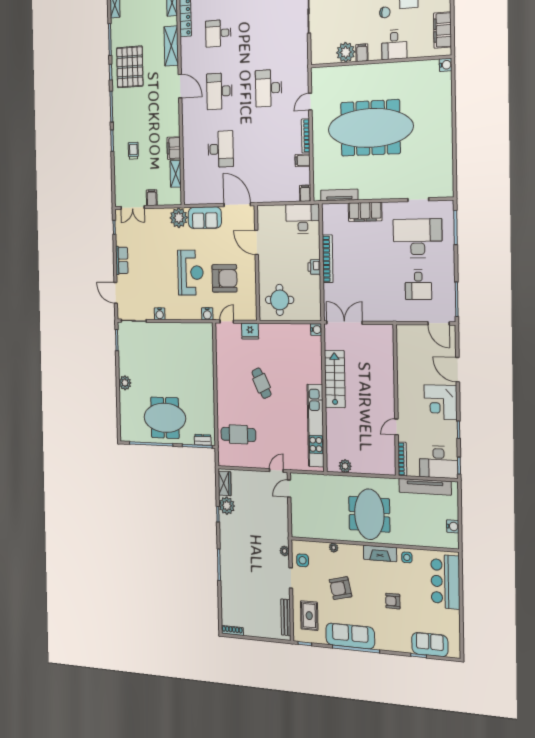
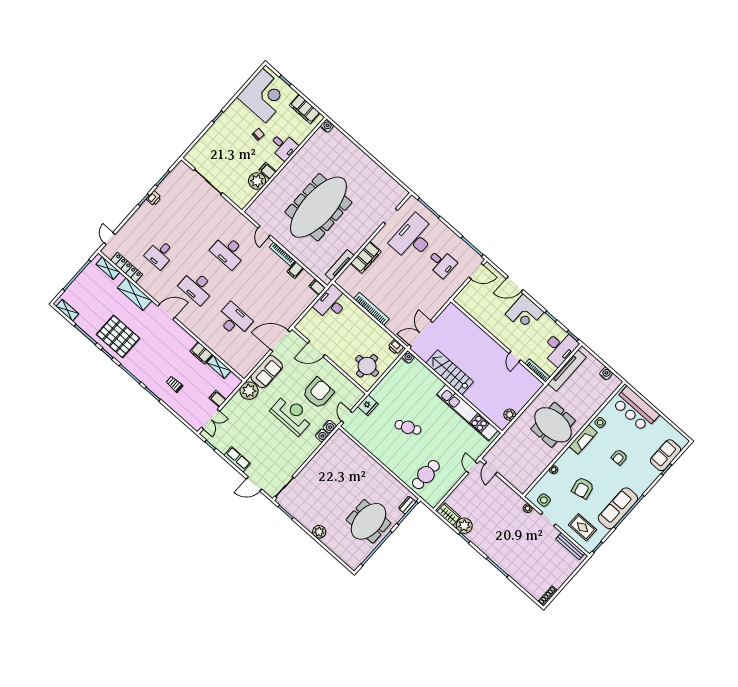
printer: (314, 267) -> (395, 347), moved
water cooler: (160, 314) -> (322, 435), moved

